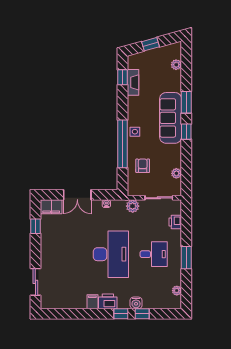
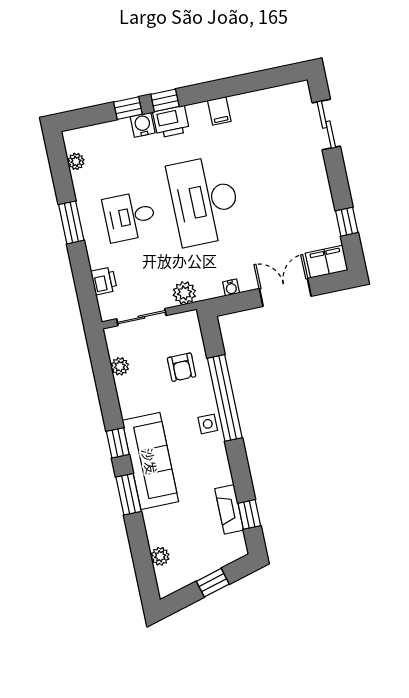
printer: (108, 301) -> (171, 122), moved

